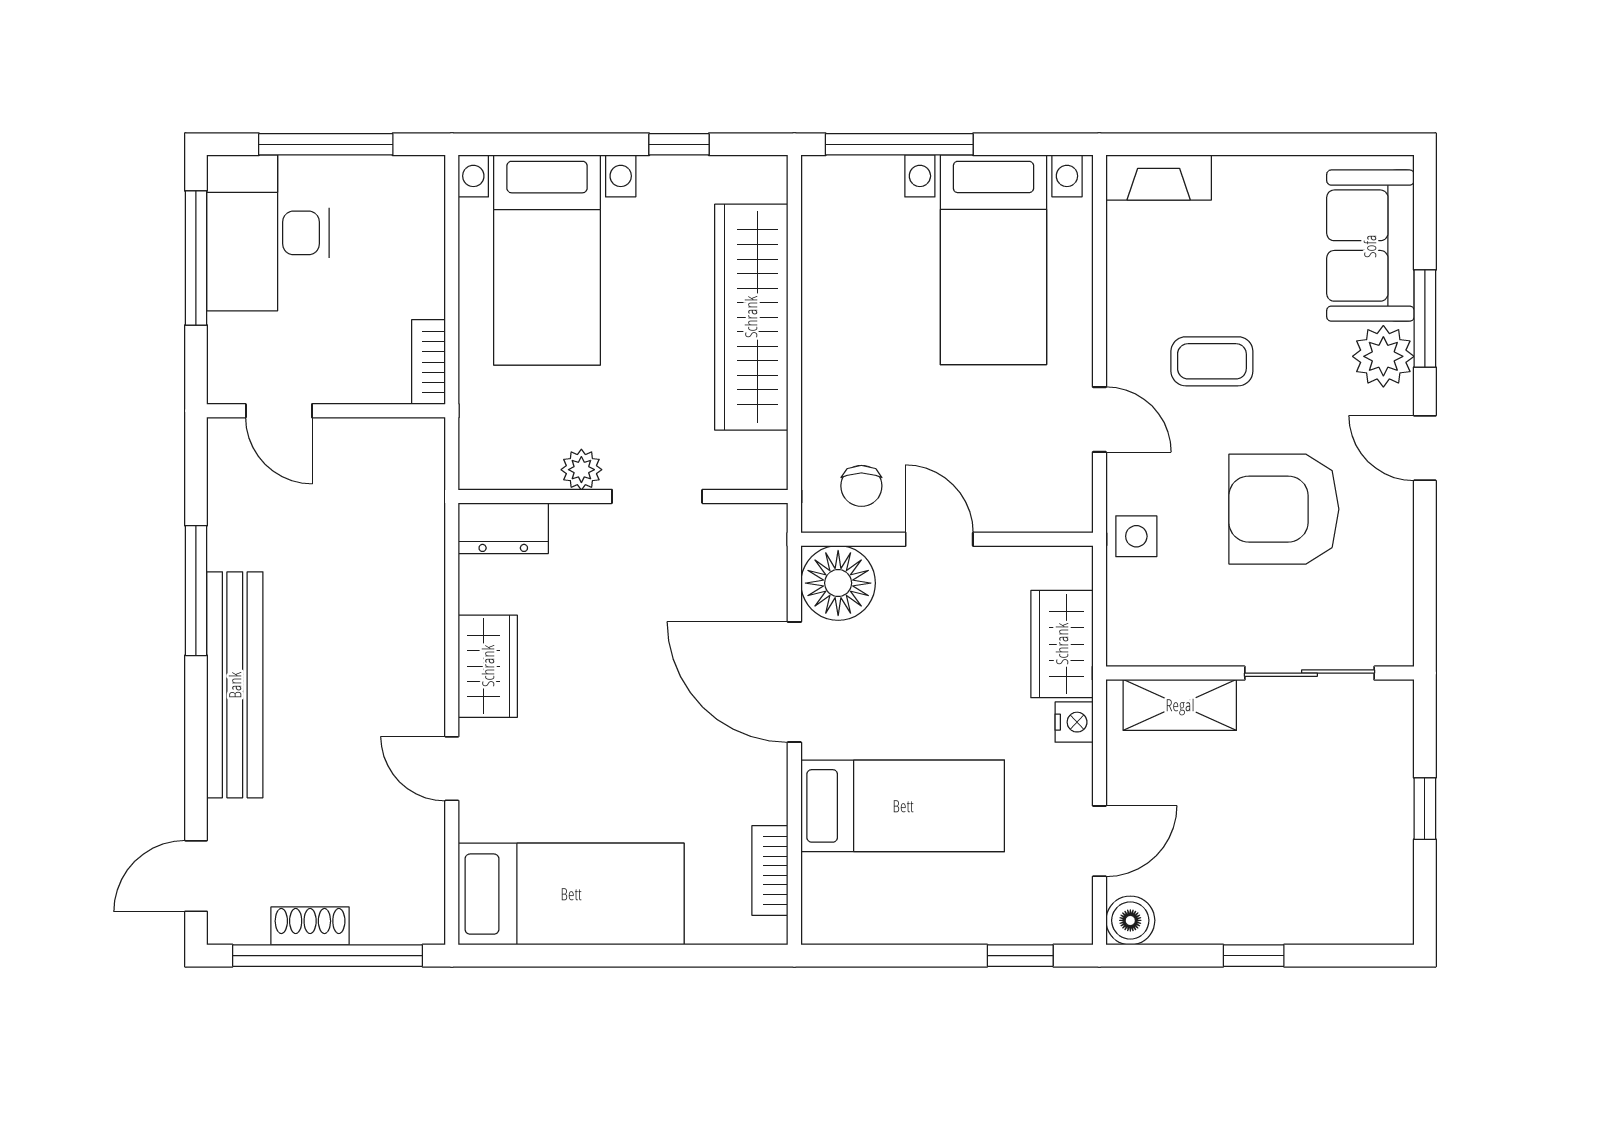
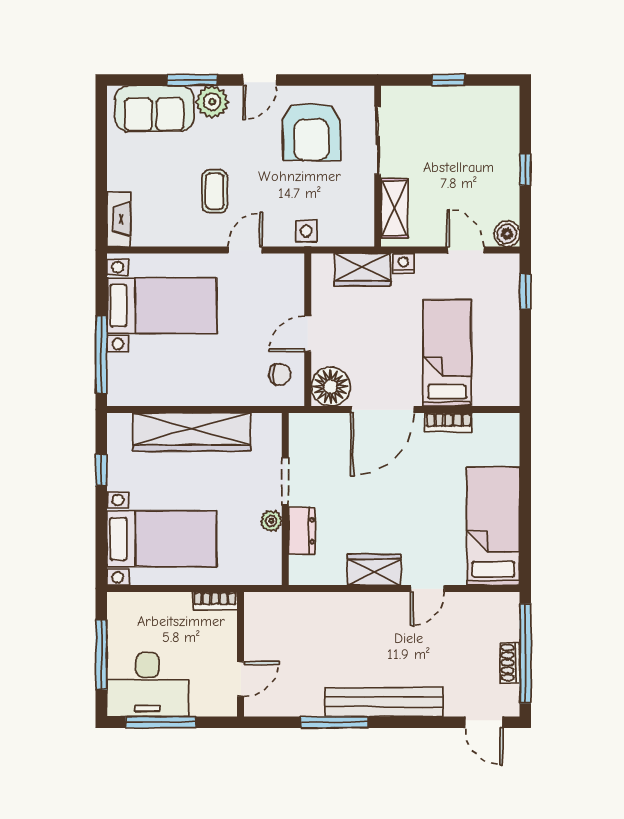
armchair: (1284, 509) -> (311, 132), moved
dresser: (503, 528) -> (302, 531), moved
bookcase: (770, 871) -> (448, 422), moved

